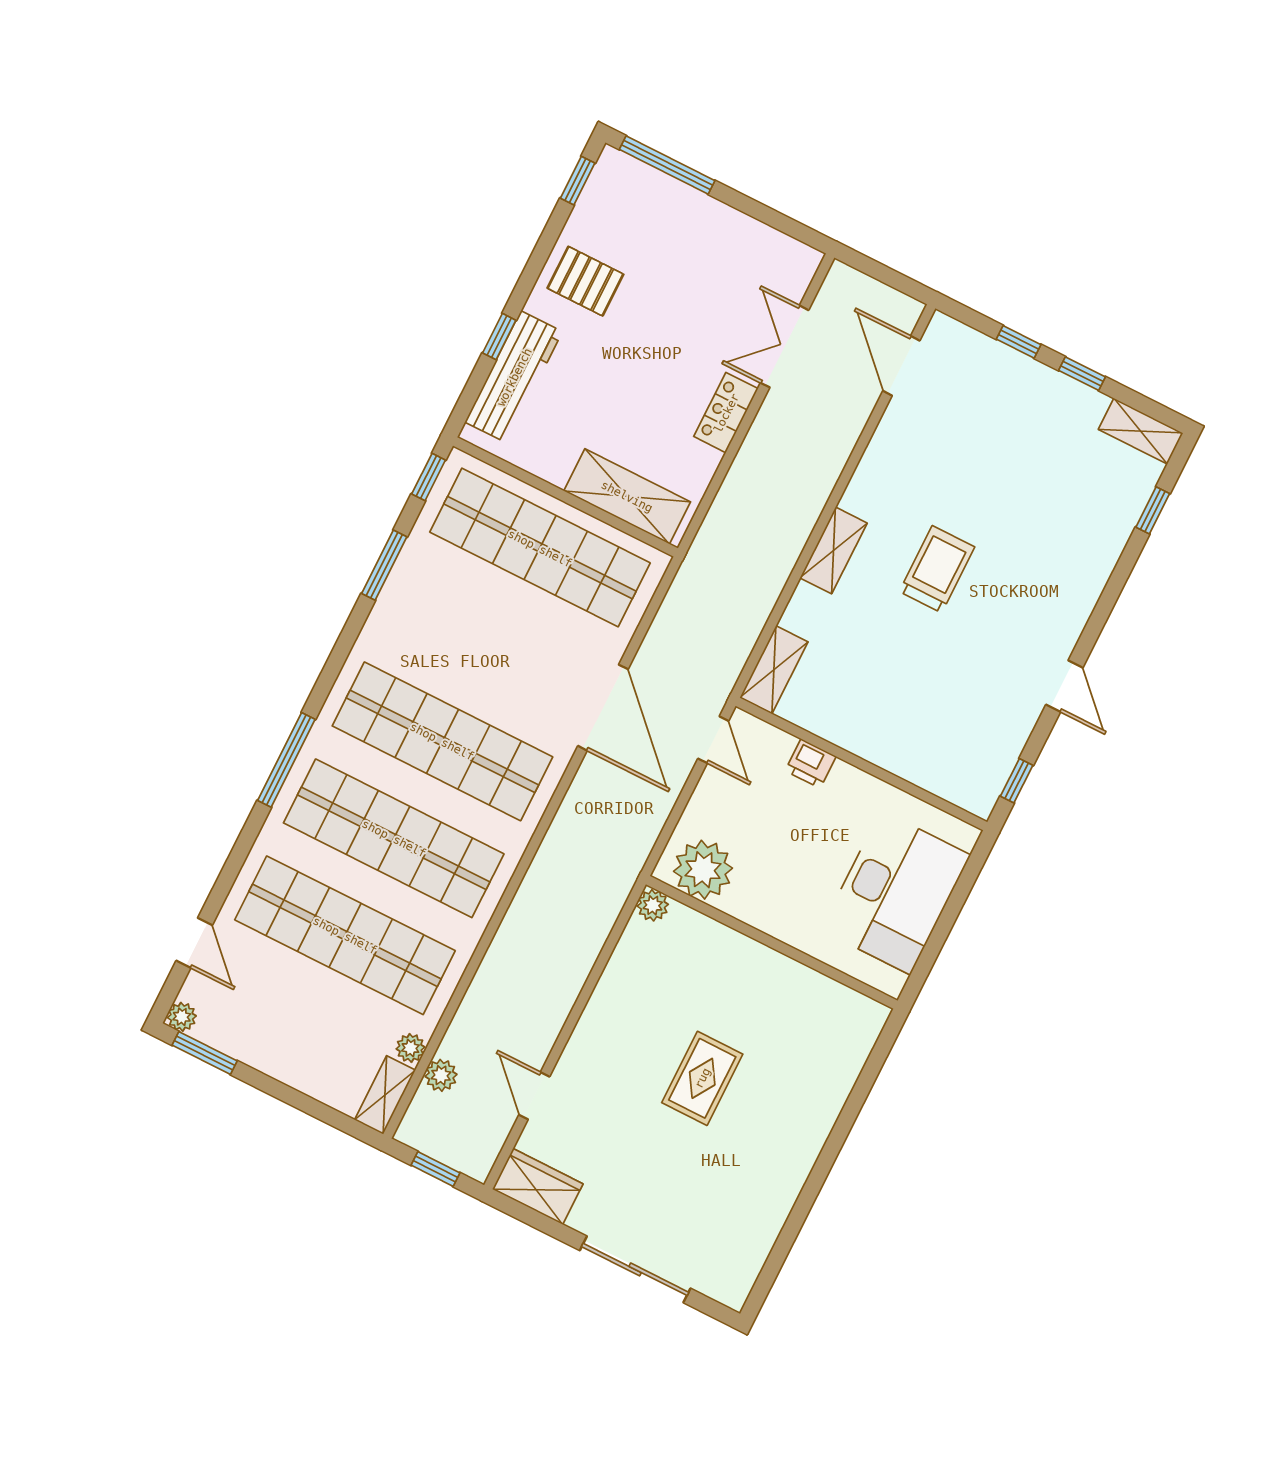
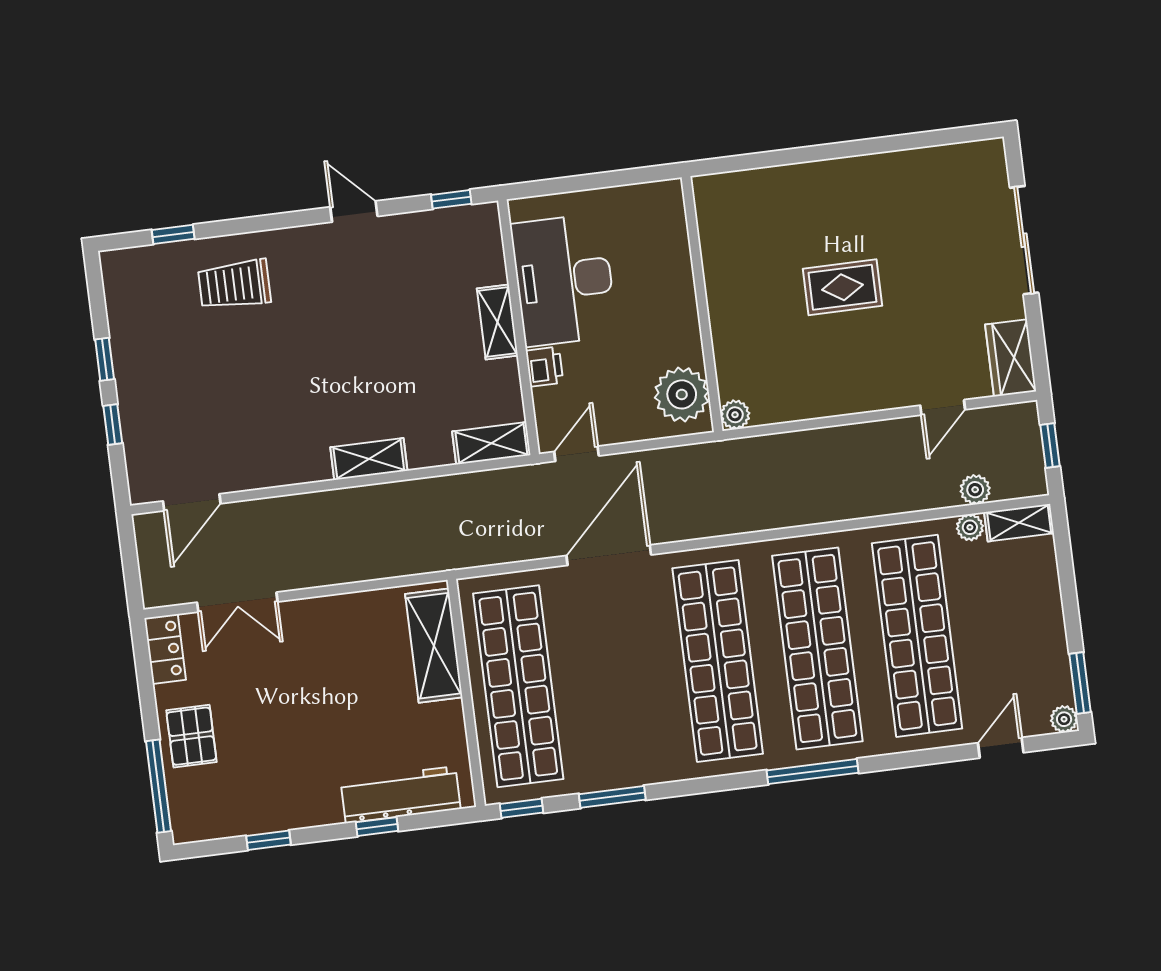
window: (578, 181) -> (268, 840), moved
pallet: (585, 281) -> (191, 736), moved
locker: (726, 413) -> (165, 649), moved, turned -90
shelving: (1141, 431) -> (497, 322), moved
trolley: (937, 569) -> (234, 285), moved
door: (1064, 686) -> (354, 212), hinge flipped
desk: (896, 892) -> (564, 280), moved, turned -90

